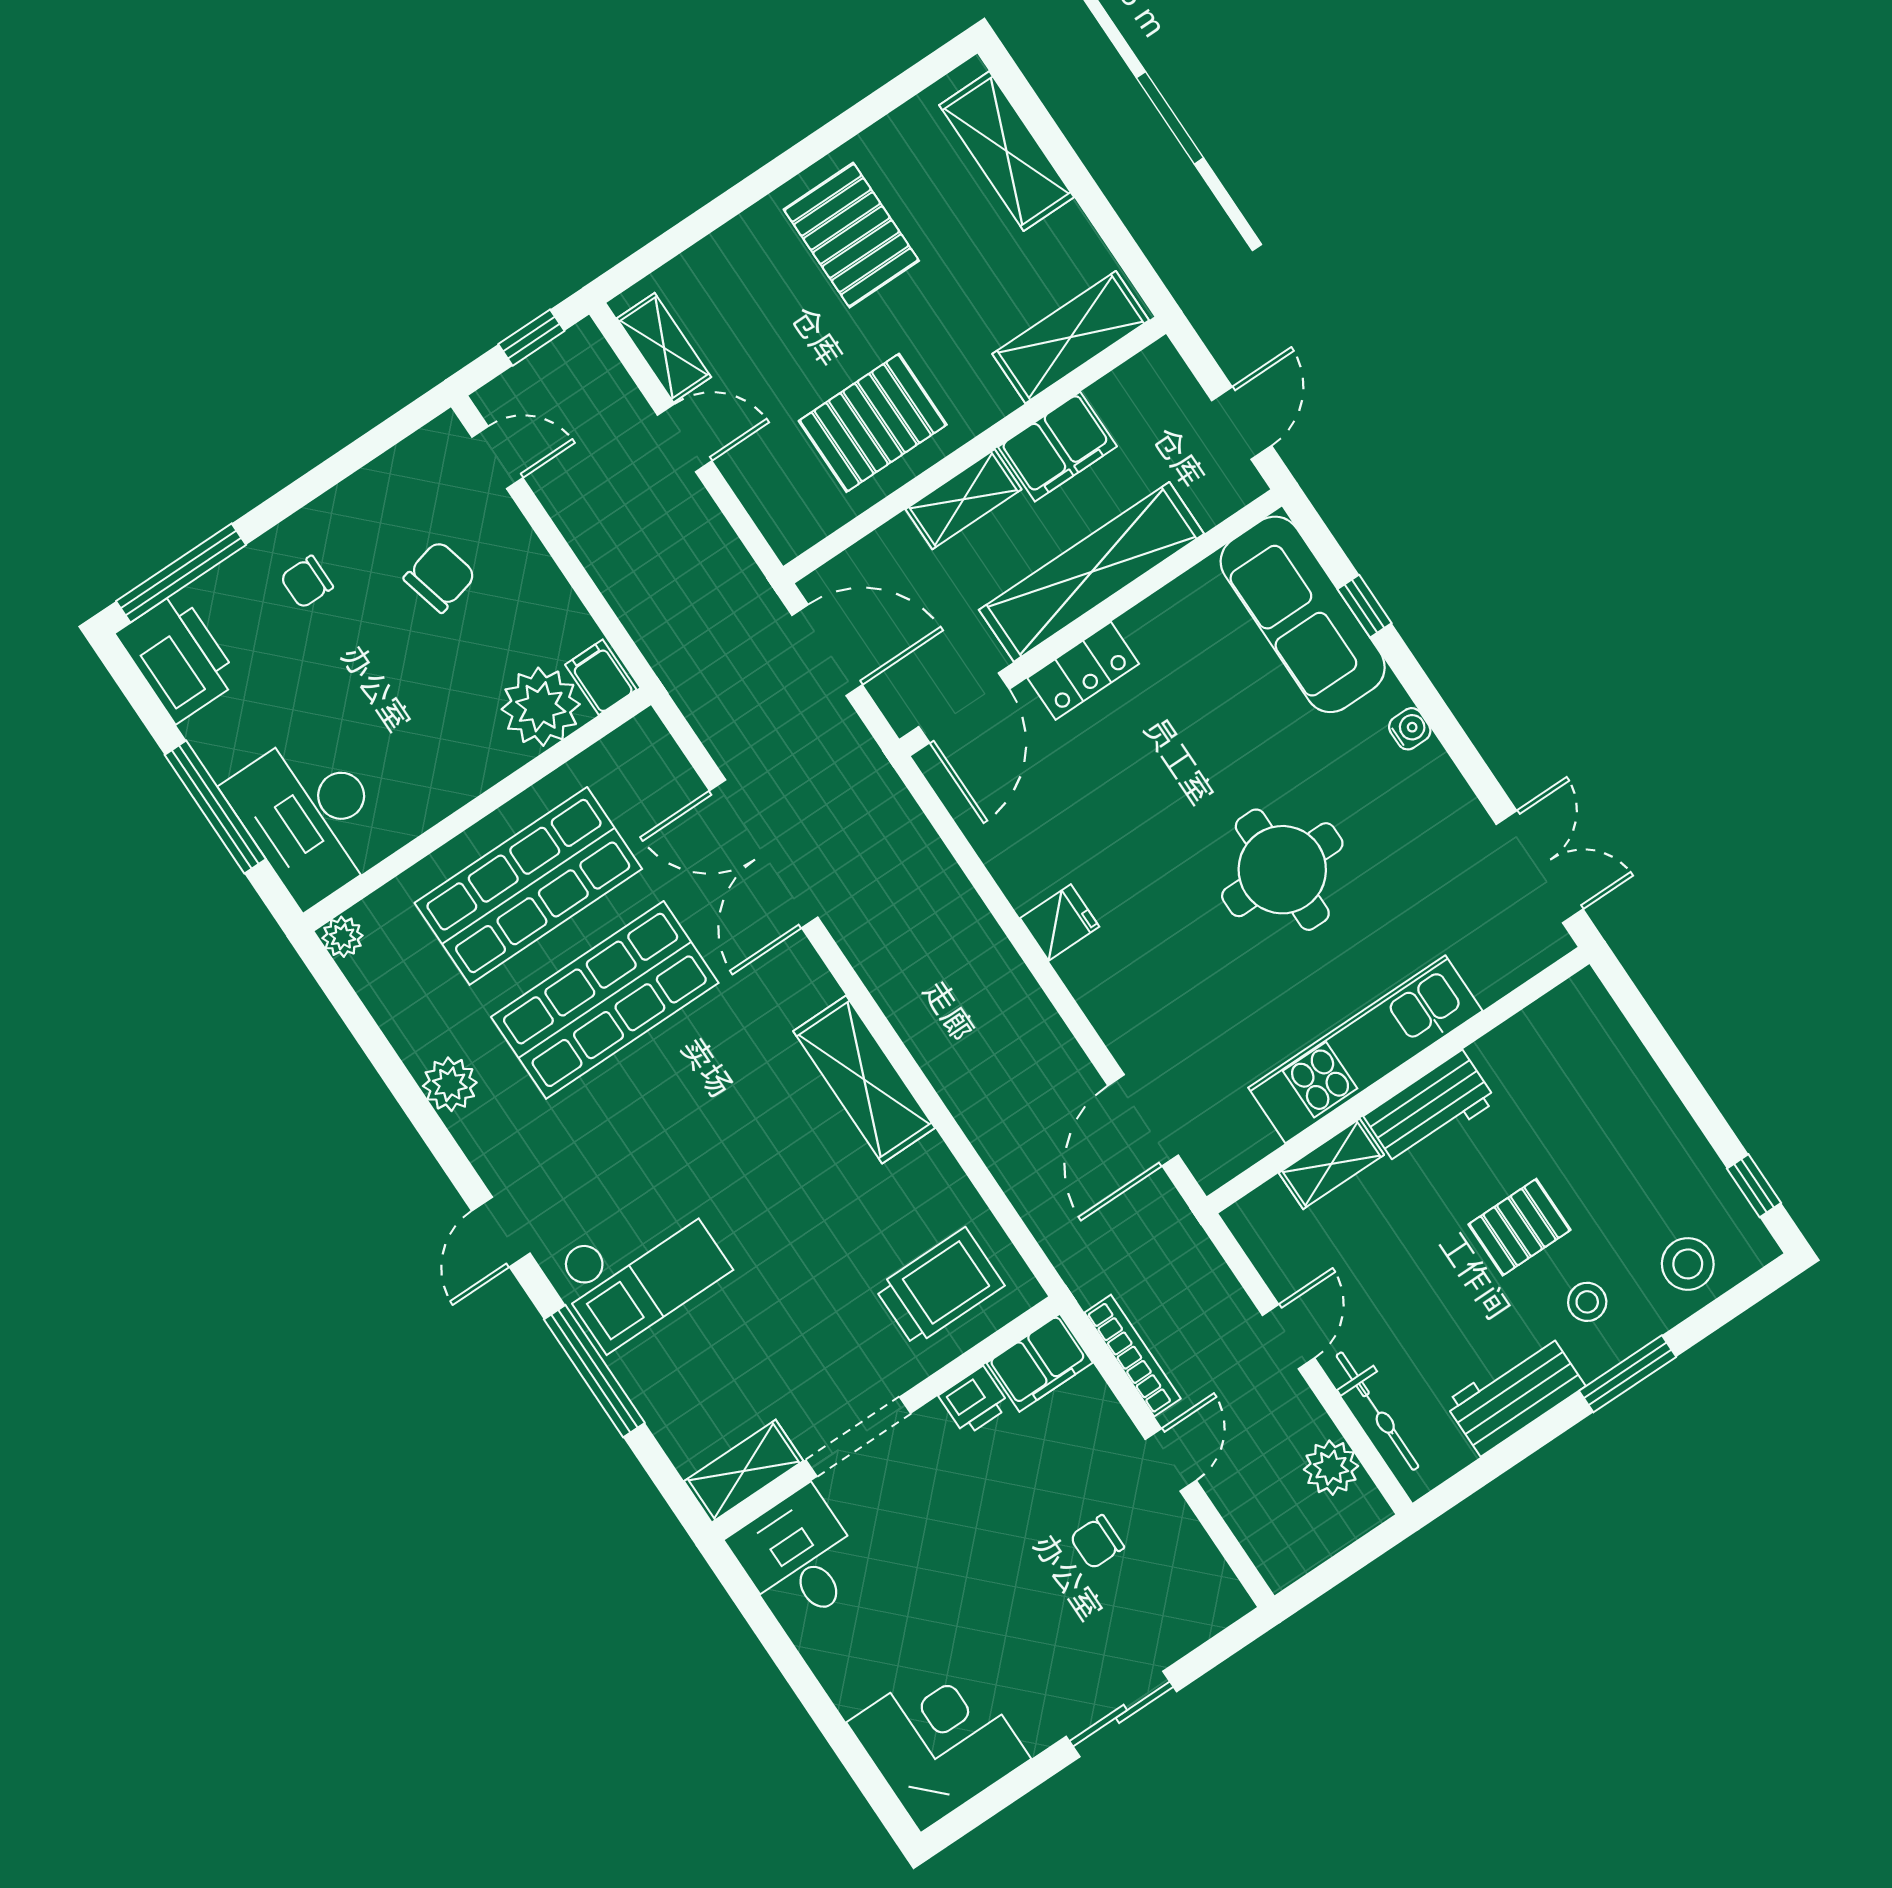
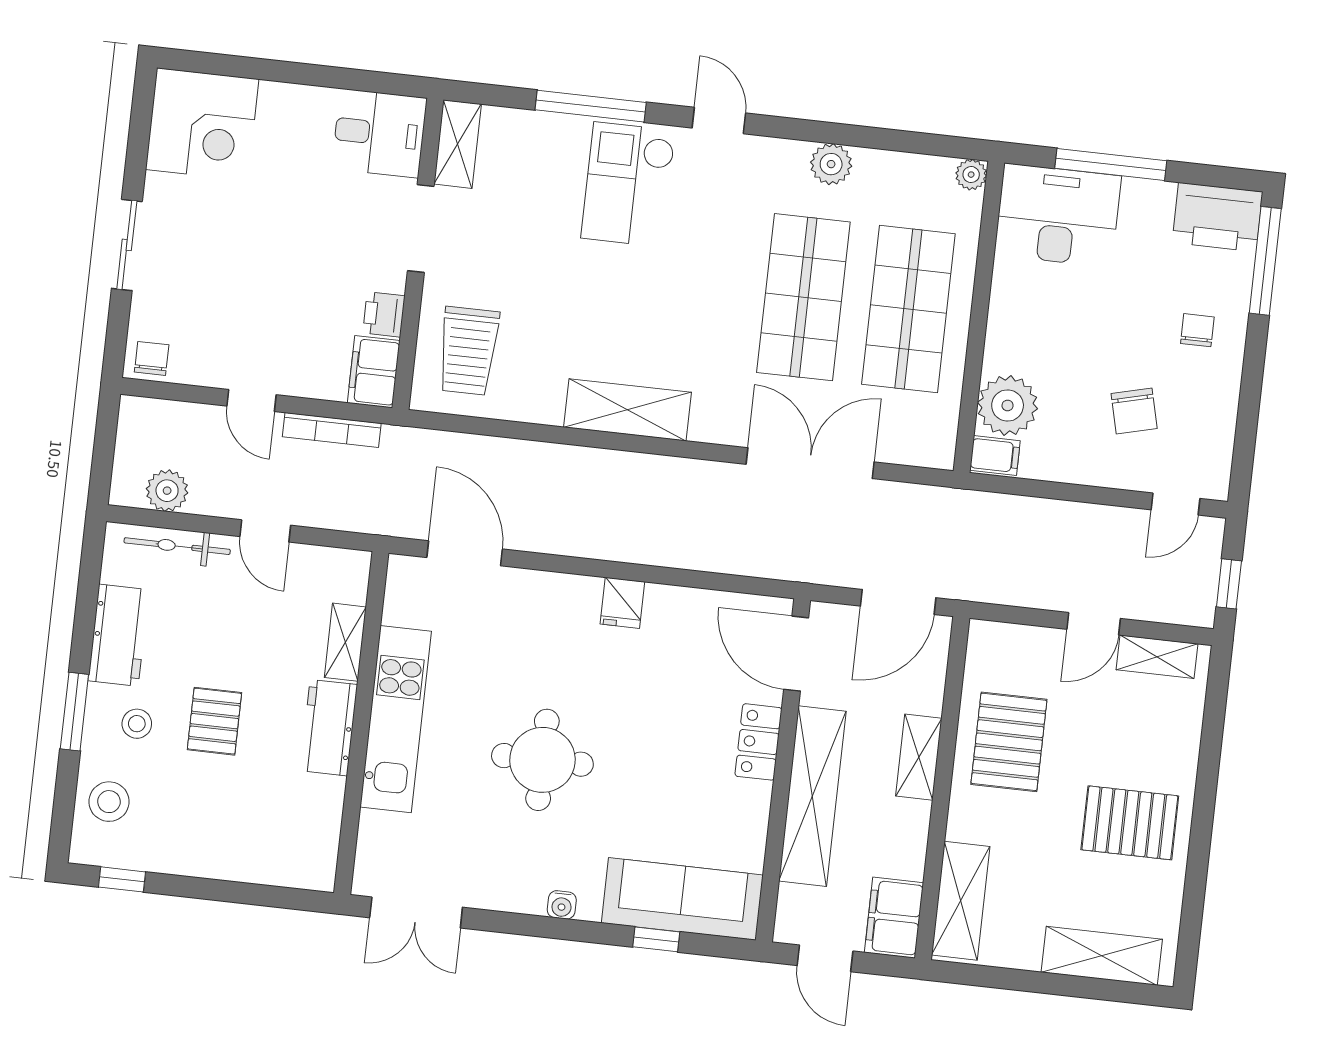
filing cabinet: (1058, 447) -> (894, 918), moved
chair: (1097, 1542) -> (152, 358), moved

